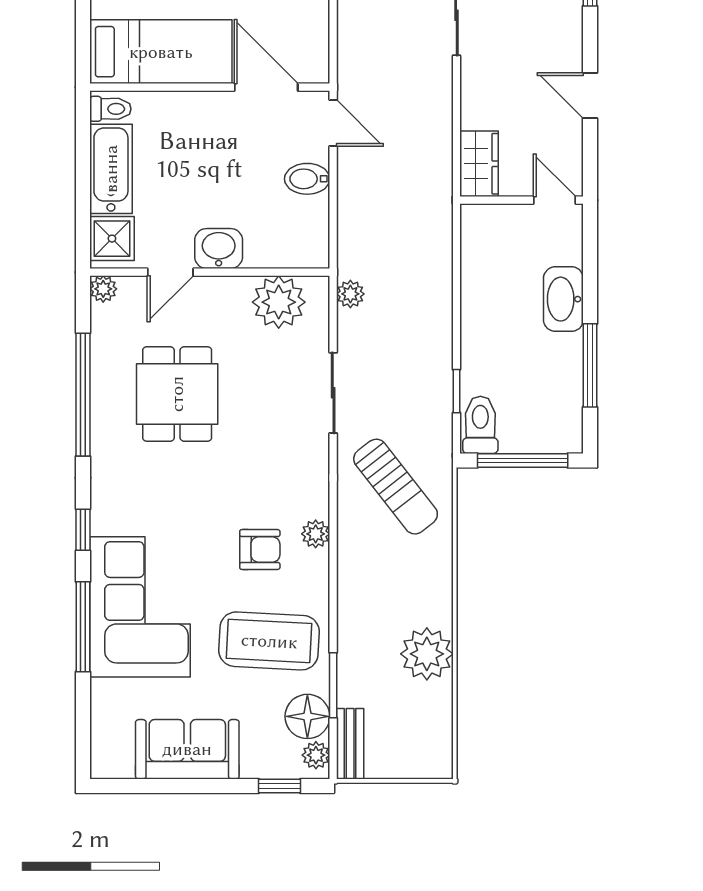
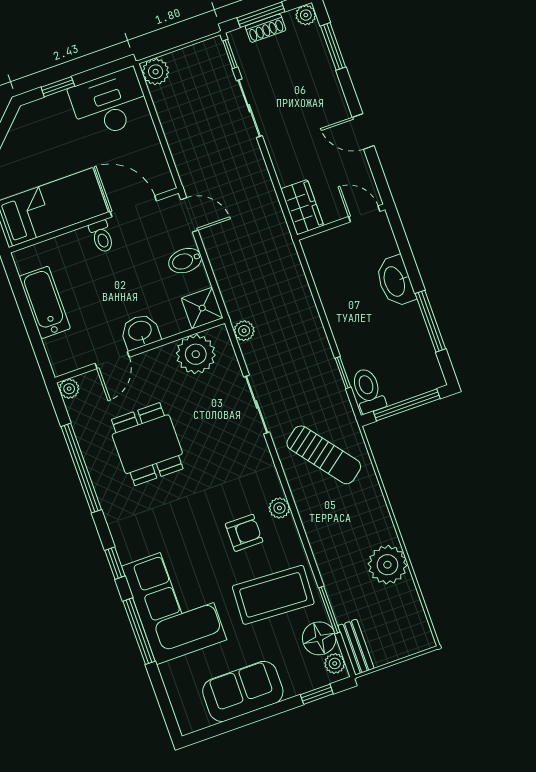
toilet: (110, 109) -> (102, 237), moved, turned 90
shower: (112, 239) -> (202, 308), moved

